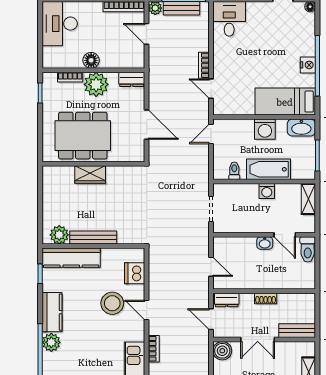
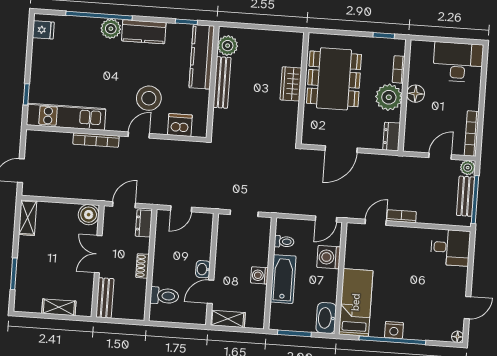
washing machine: (265, 129) -> (329, 257), moved
door: (211, 134) -> (326, 219), swing flipped
shelving: (308, 199) -> (228, 319), moved
toilet: (308, 249) -> (164, 296), moved, turned 180
bookcase: (154, 349) -> (96, 140), width x1.56

